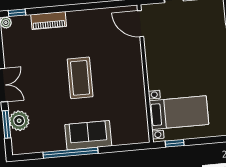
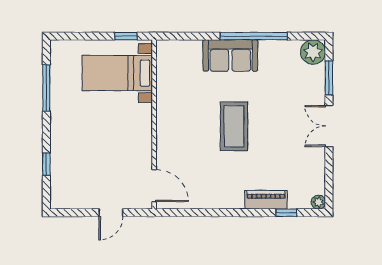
window: (17, 13) -> (286, 213), moved
plant: (19, 121) -> (313, 52), moved

